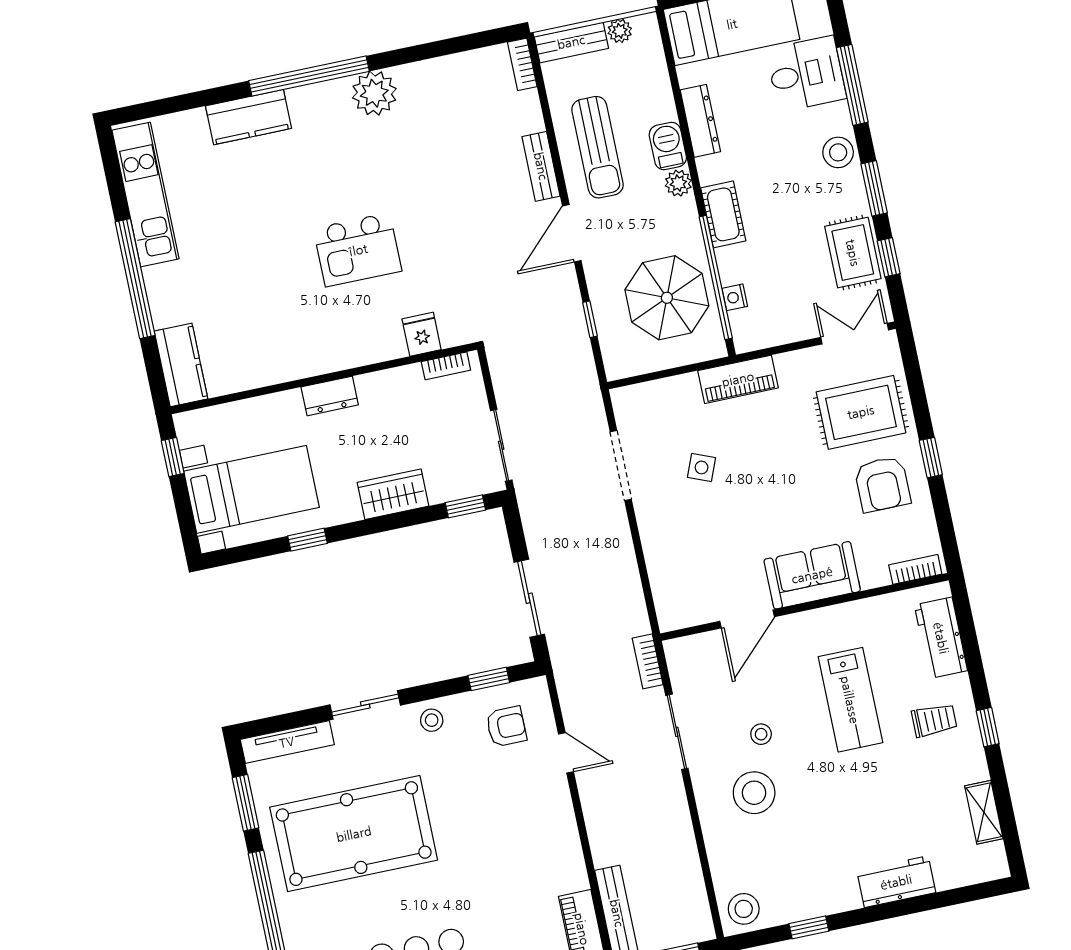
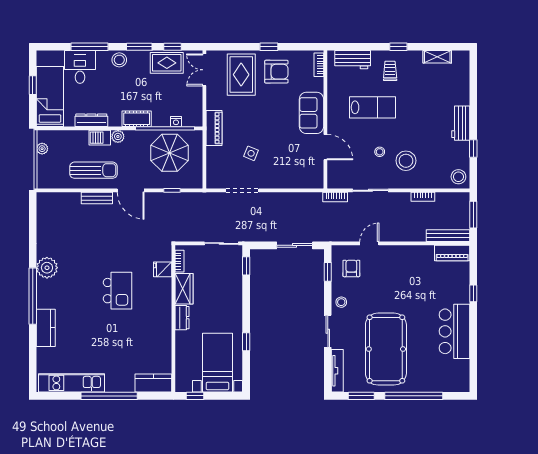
bench: (571, 42) -> (43, 172), removed
bookcase: (522, 64) -> (423, 197), moved
wardrobe: (393, 494) -> (184, 289), moved, turned 180
workbench: (896, 882) -> (461, 123), moved

